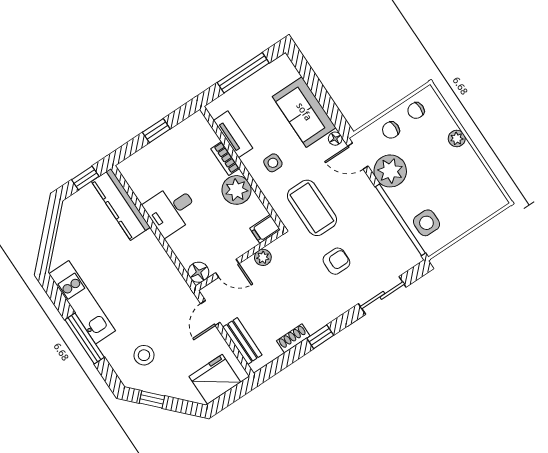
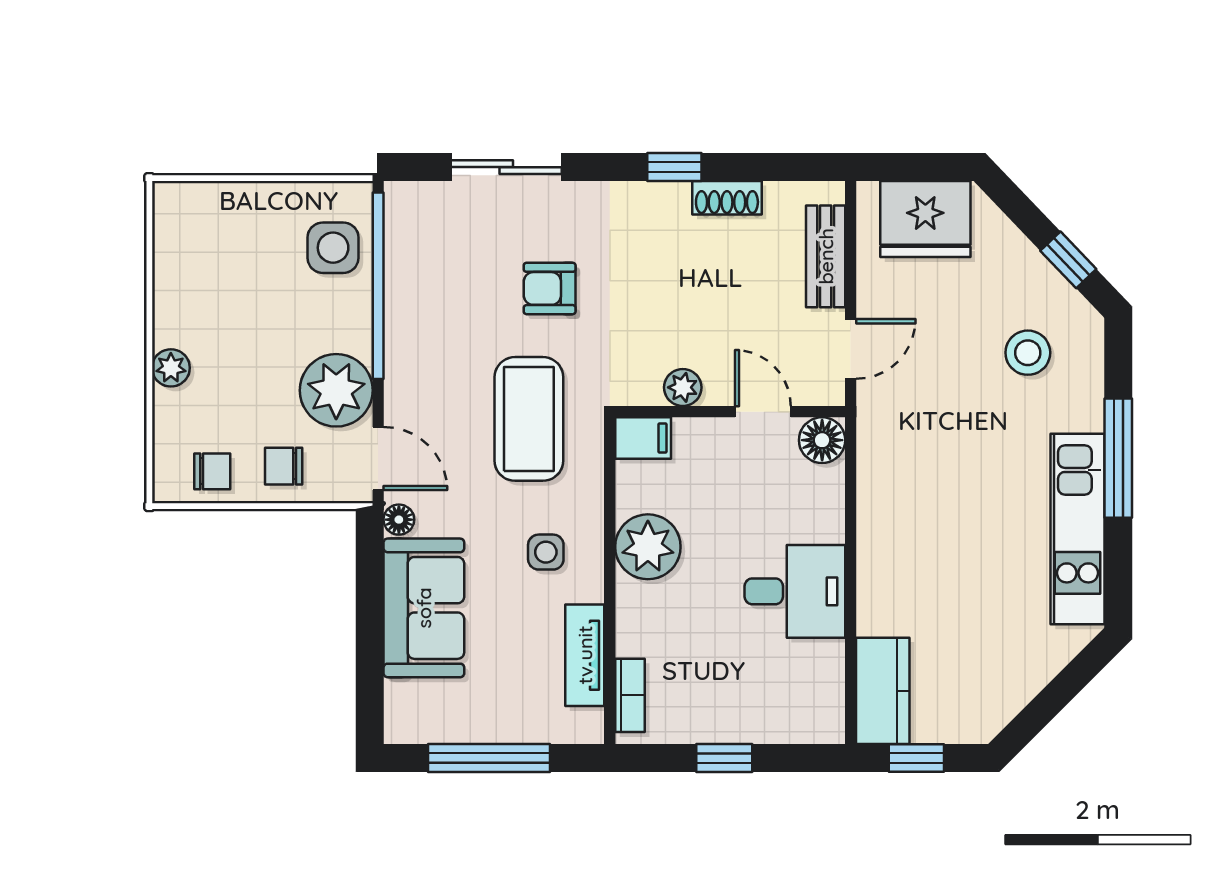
chair: (391, 130) -> (284, 466), turned 180
bookcase: (225, 159) -> (630, 695), moved
kitchen counter: (121, 204) -> (883, 691), width x0.67

